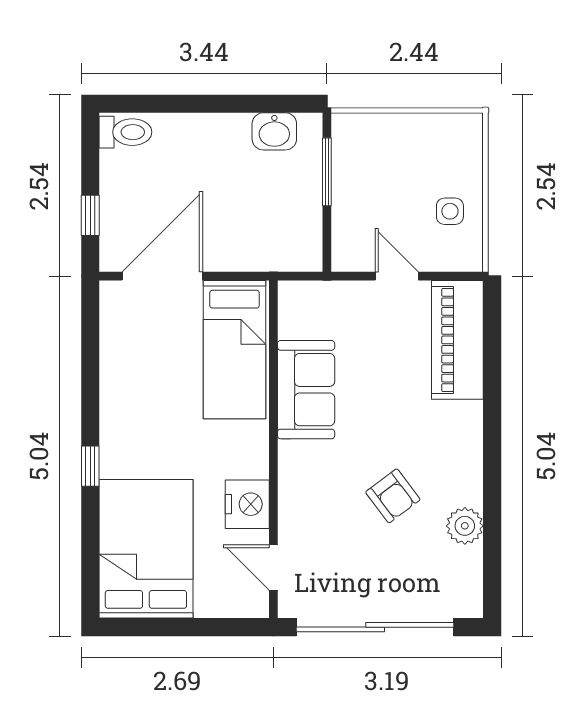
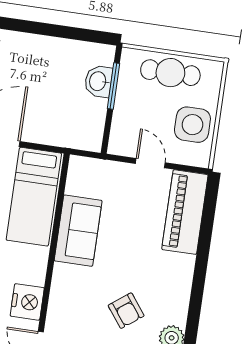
washbasin: (274, 131) -> (98, 81), moved, turned 90
cafe table: (407, 140) -> (170, 73), added
side table: (450, 211) -> (192, 125), width x1.87, depth x1.87

